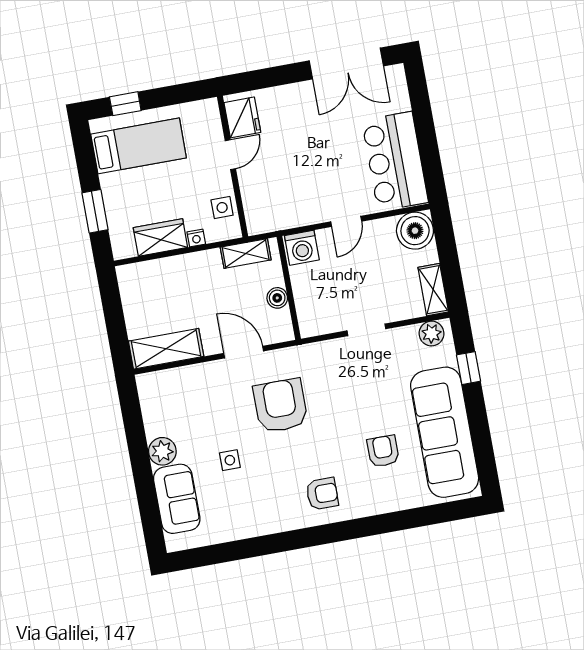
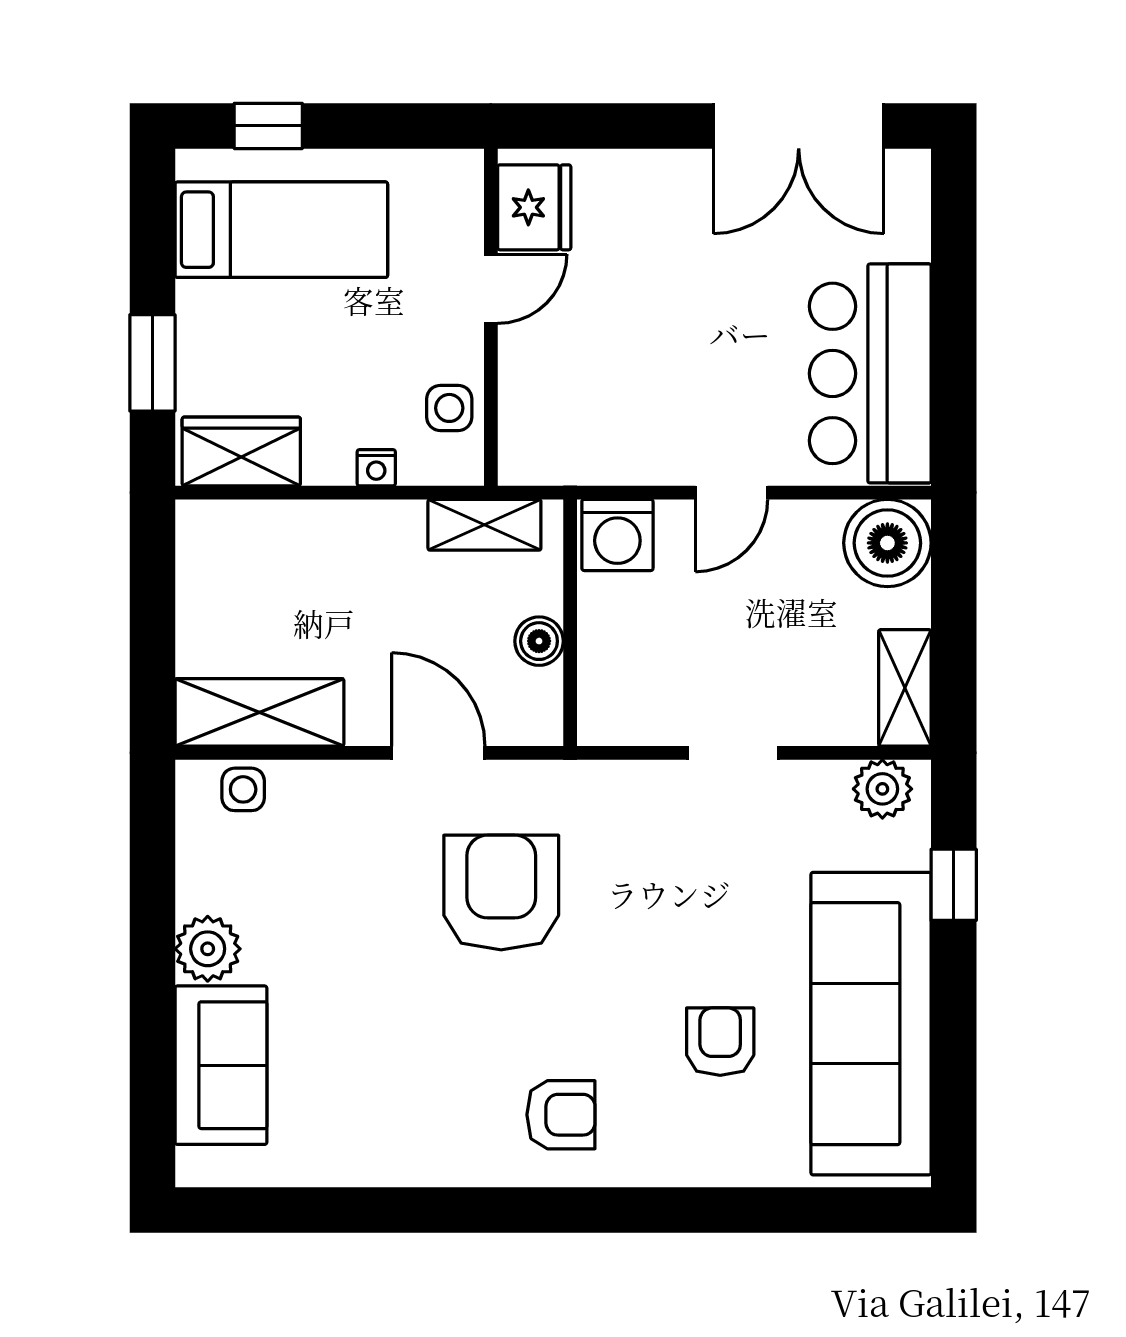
wardrobe: (160, 237) -> (241, 451), moved
side table: (230, 460) -> (243, 789), moved

